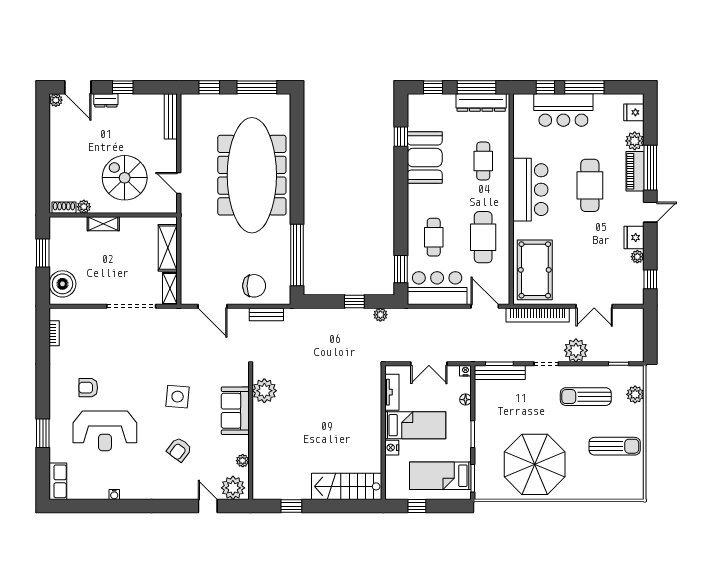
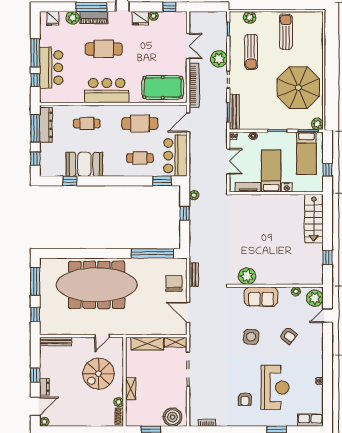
door: (212, 306) -> (188, 312), swing flipped
plant: (483, 491) -> (317, 124), added

